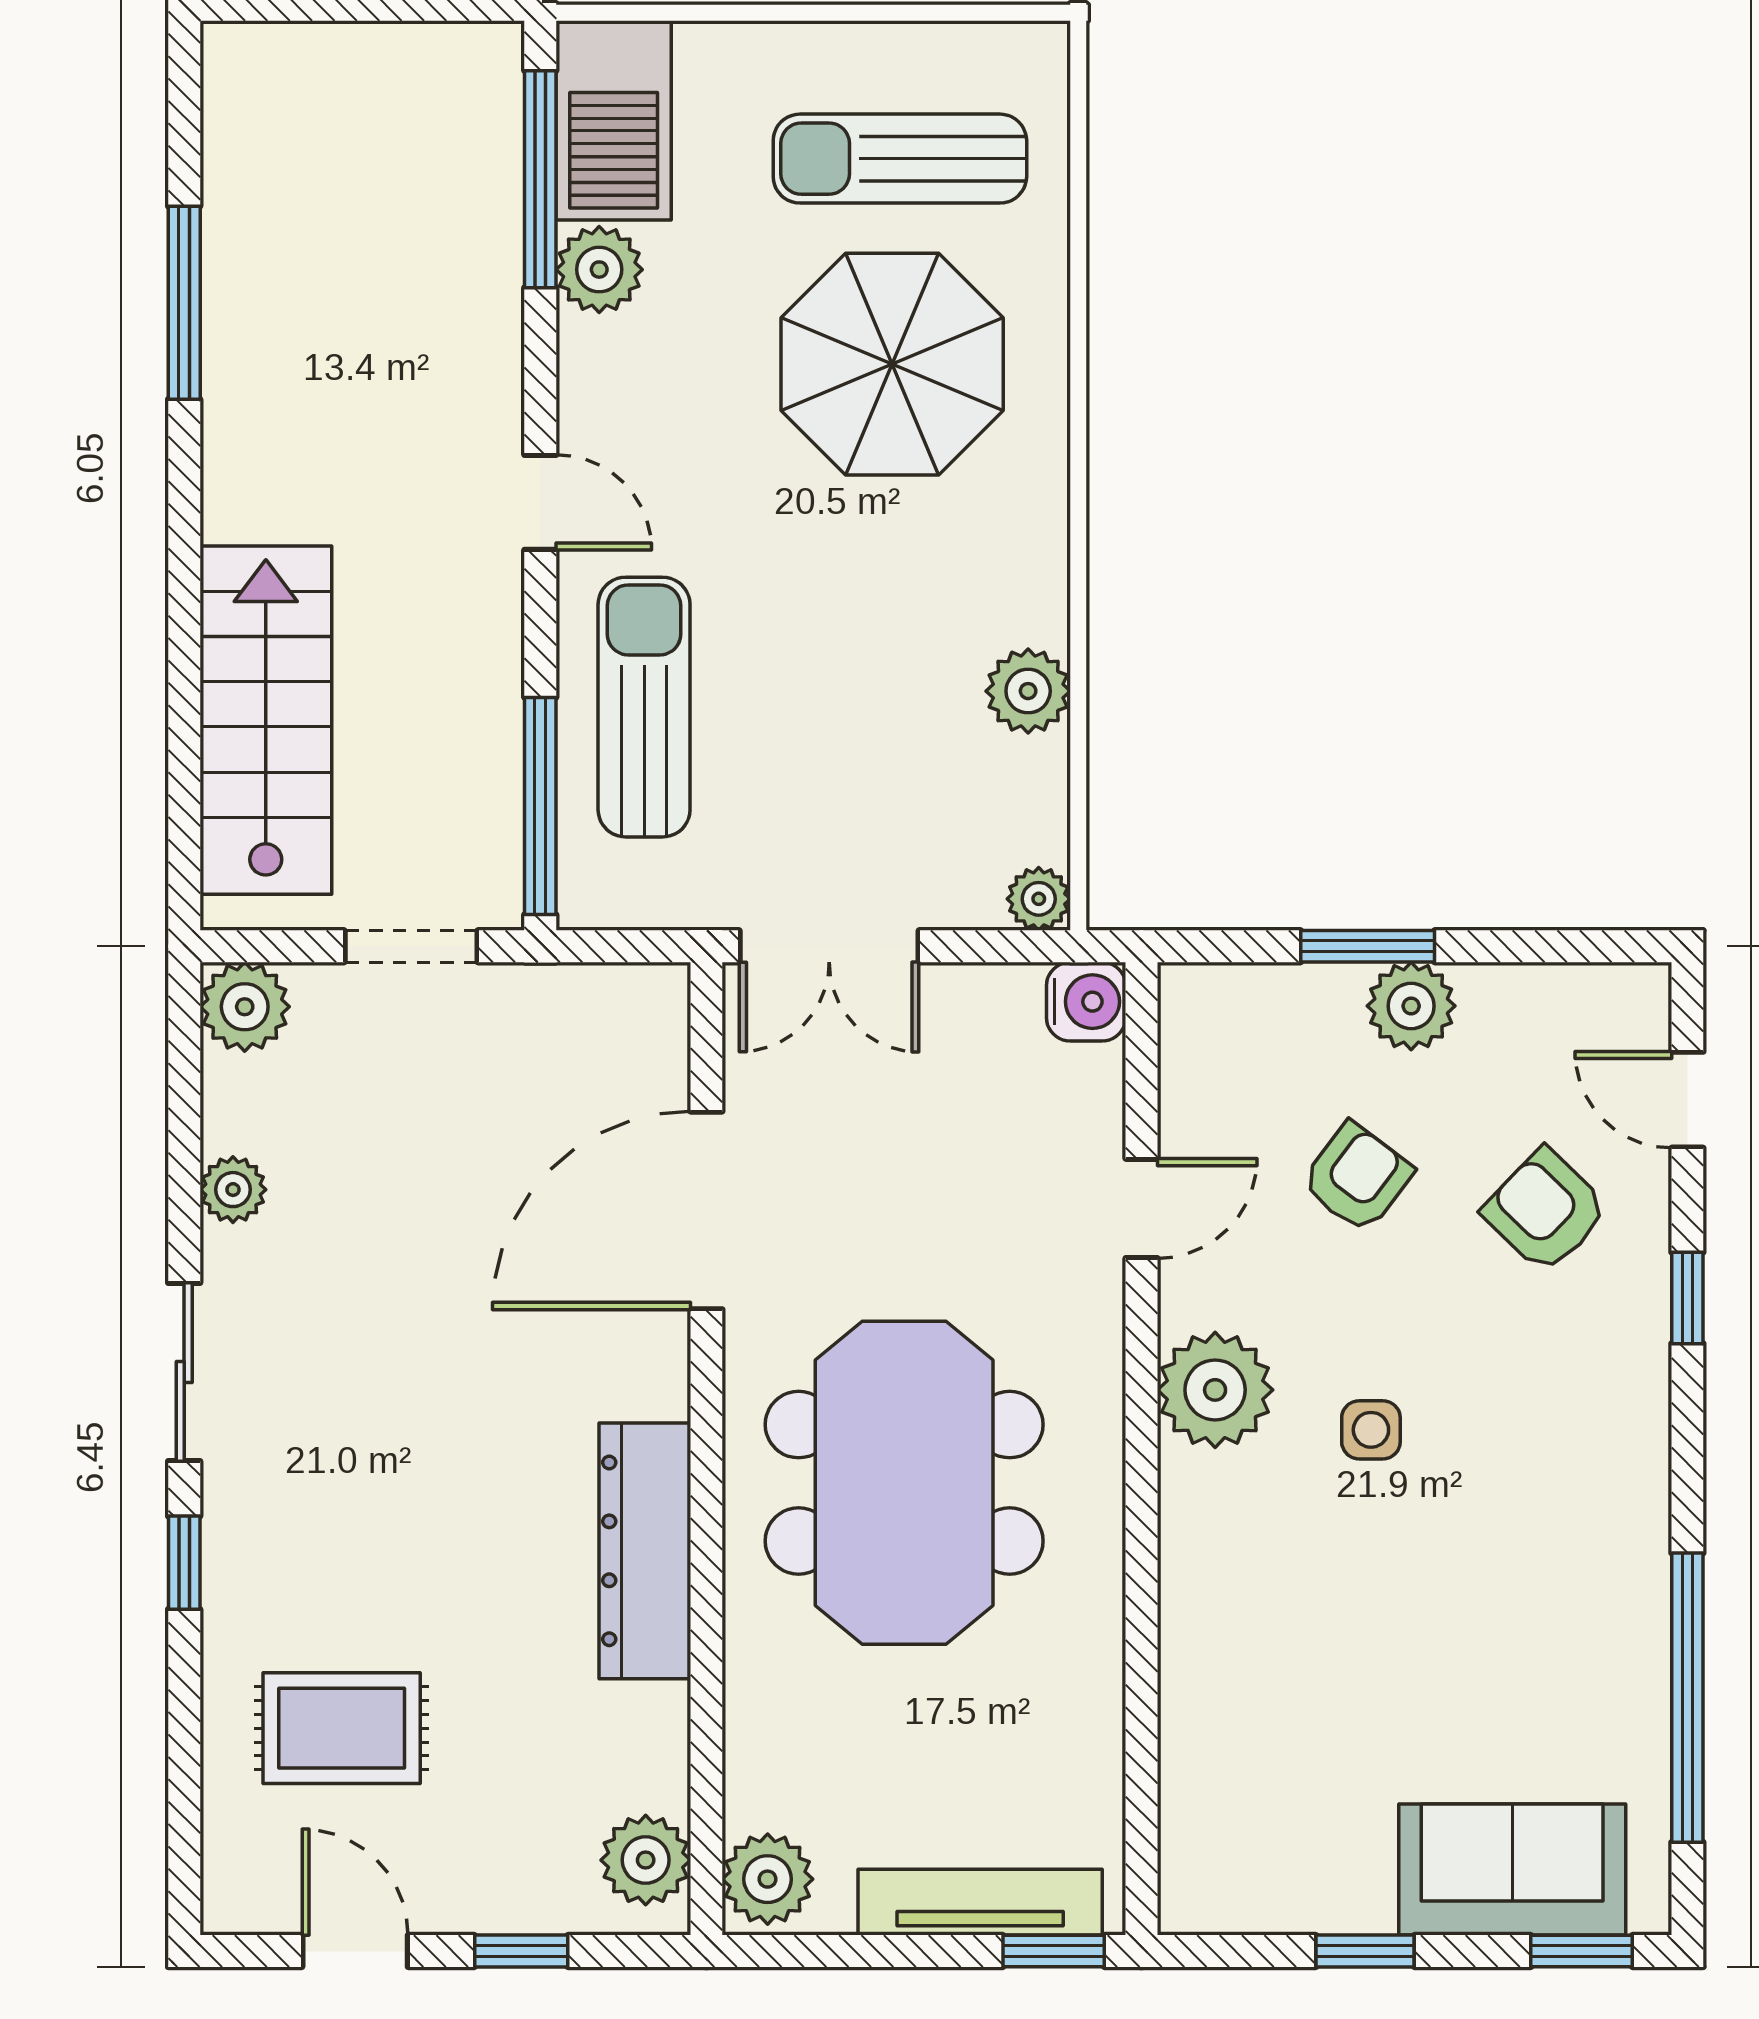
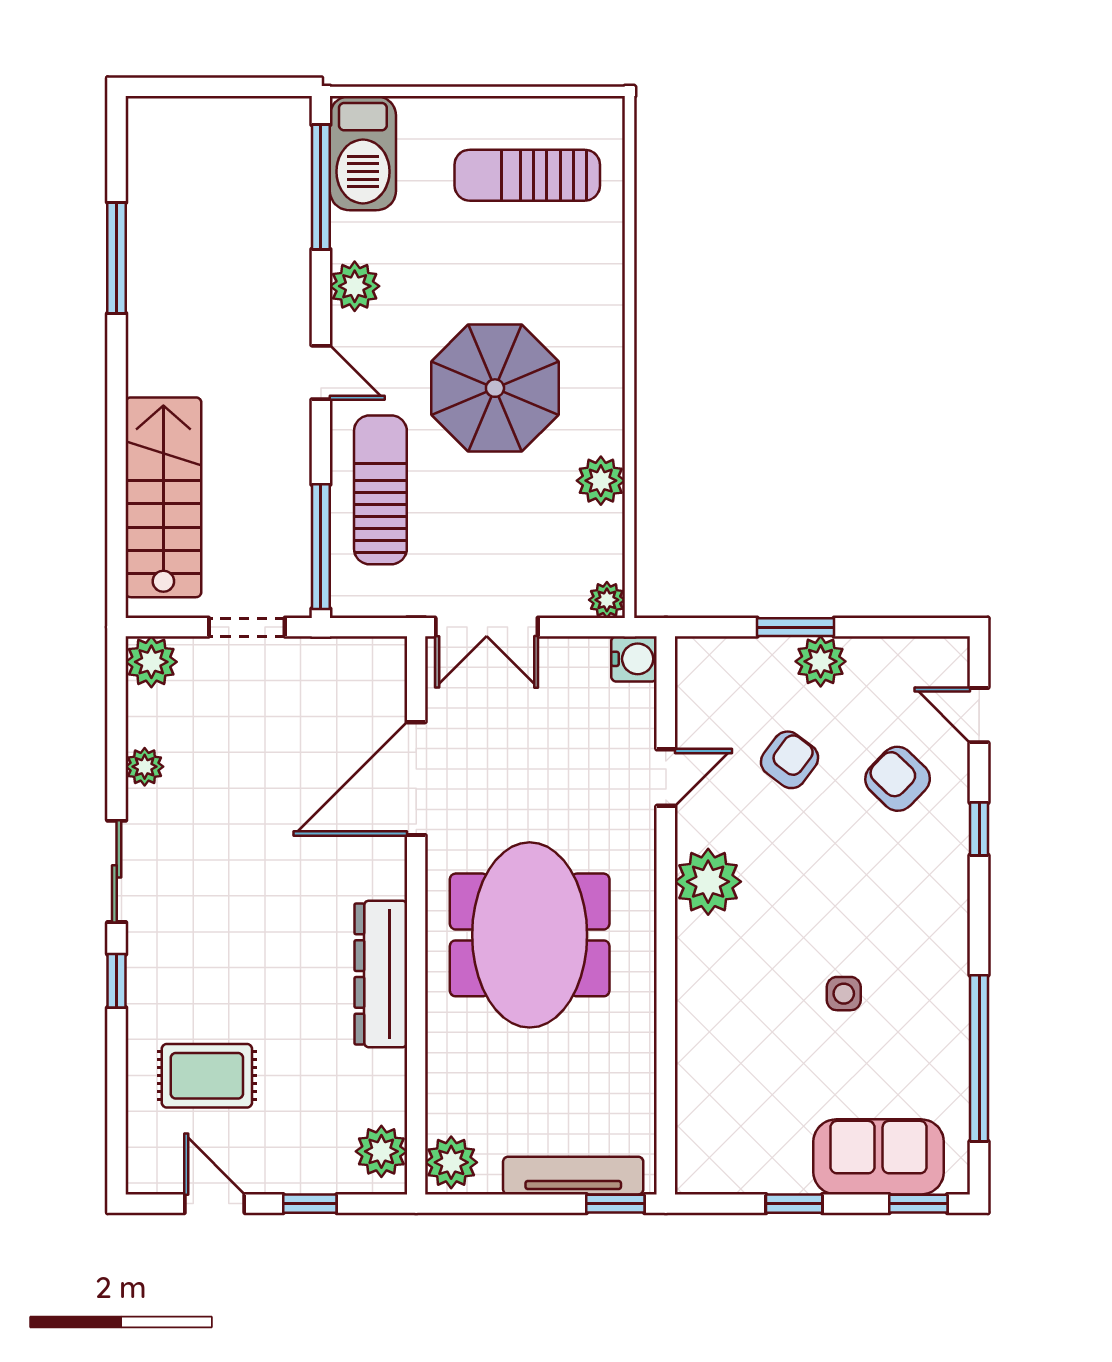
plant: (599, 270) -> (355, 286), moved
parasol: (892, 364) -> (495, 388), moved
side table: (1371, 1430) -> (844, 994), moved

